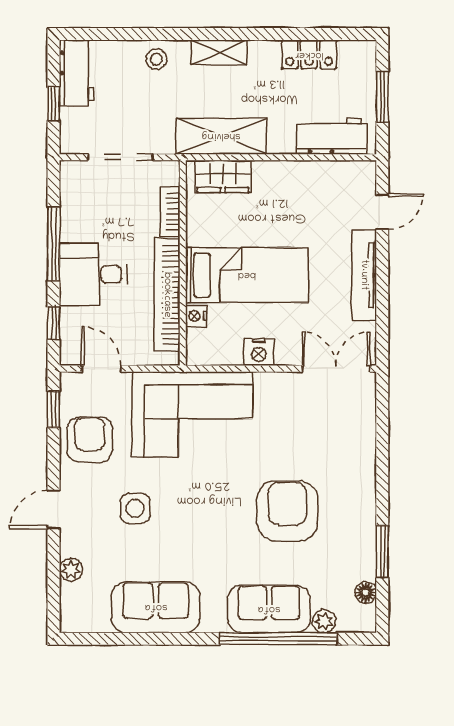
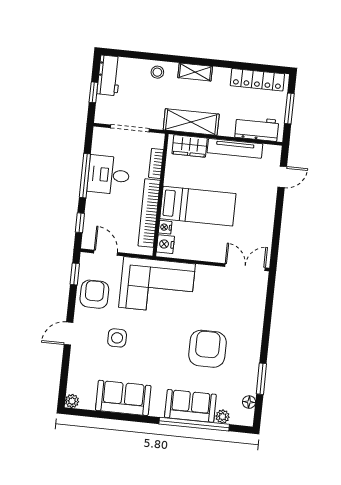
locker: (309, 55) -> (257, 80), width x1.53
desk: (93, 274) -> (109, 175), moved
tv unit: (364, 275) -> (235, 148), moved, turned -90
nightstand: (259, 352) -> (165, 244), moved, turned 90
plant: (71, 570) -> (72, 401), moved

